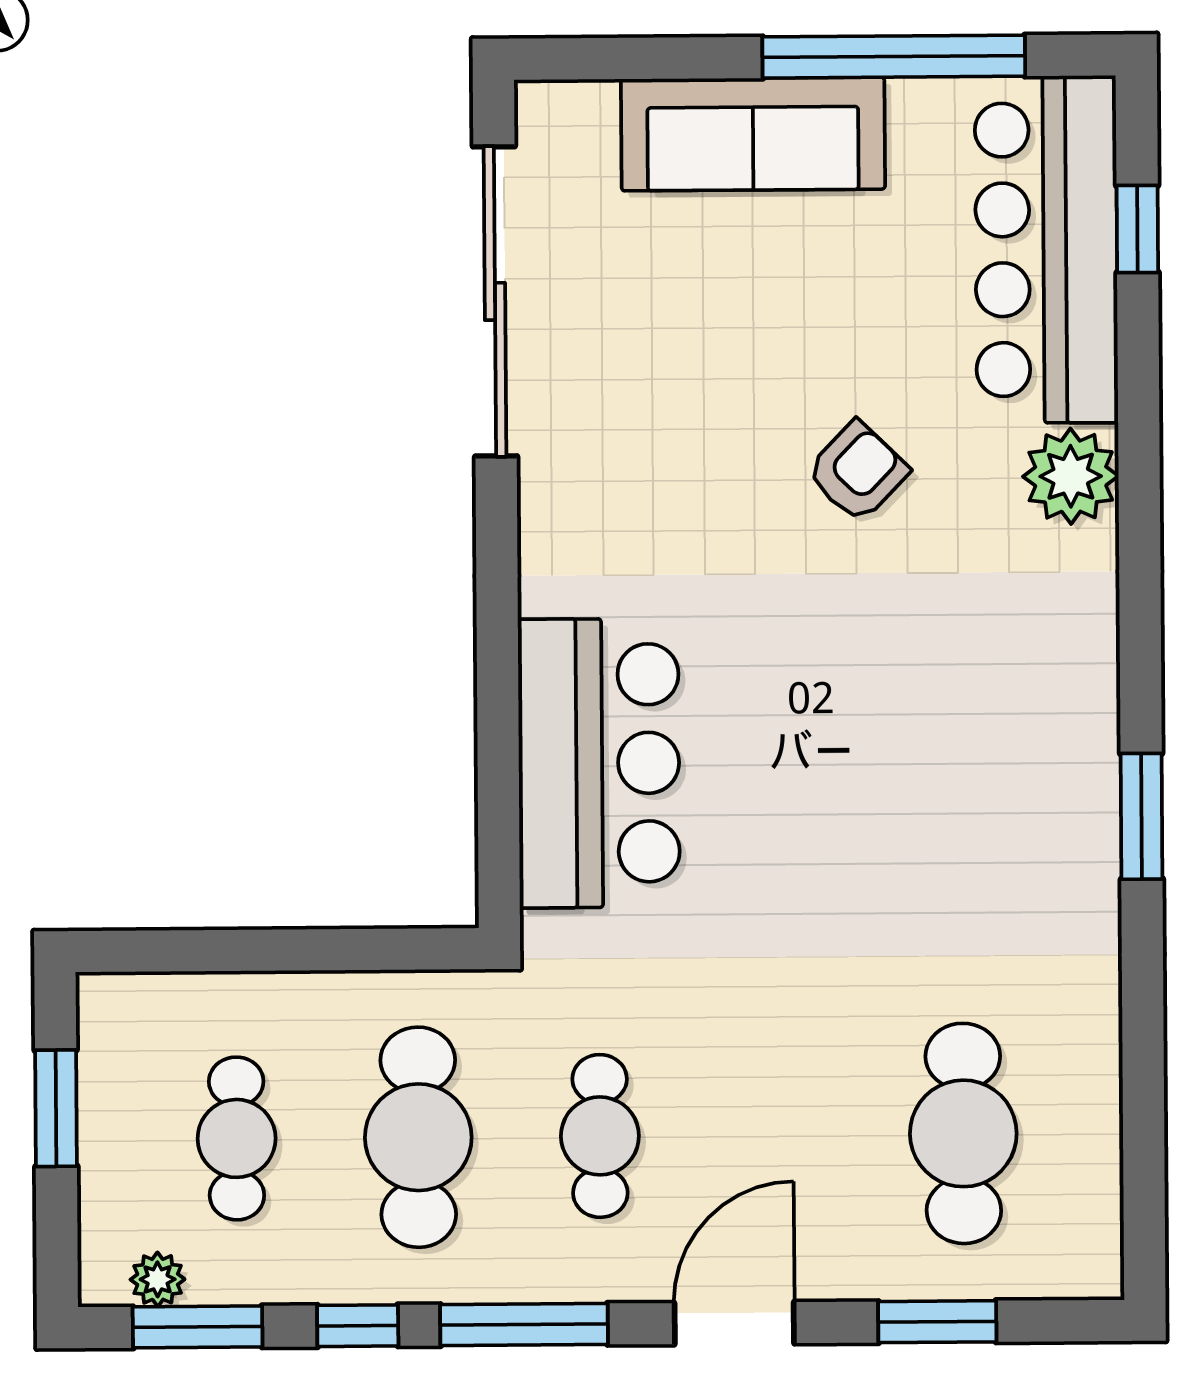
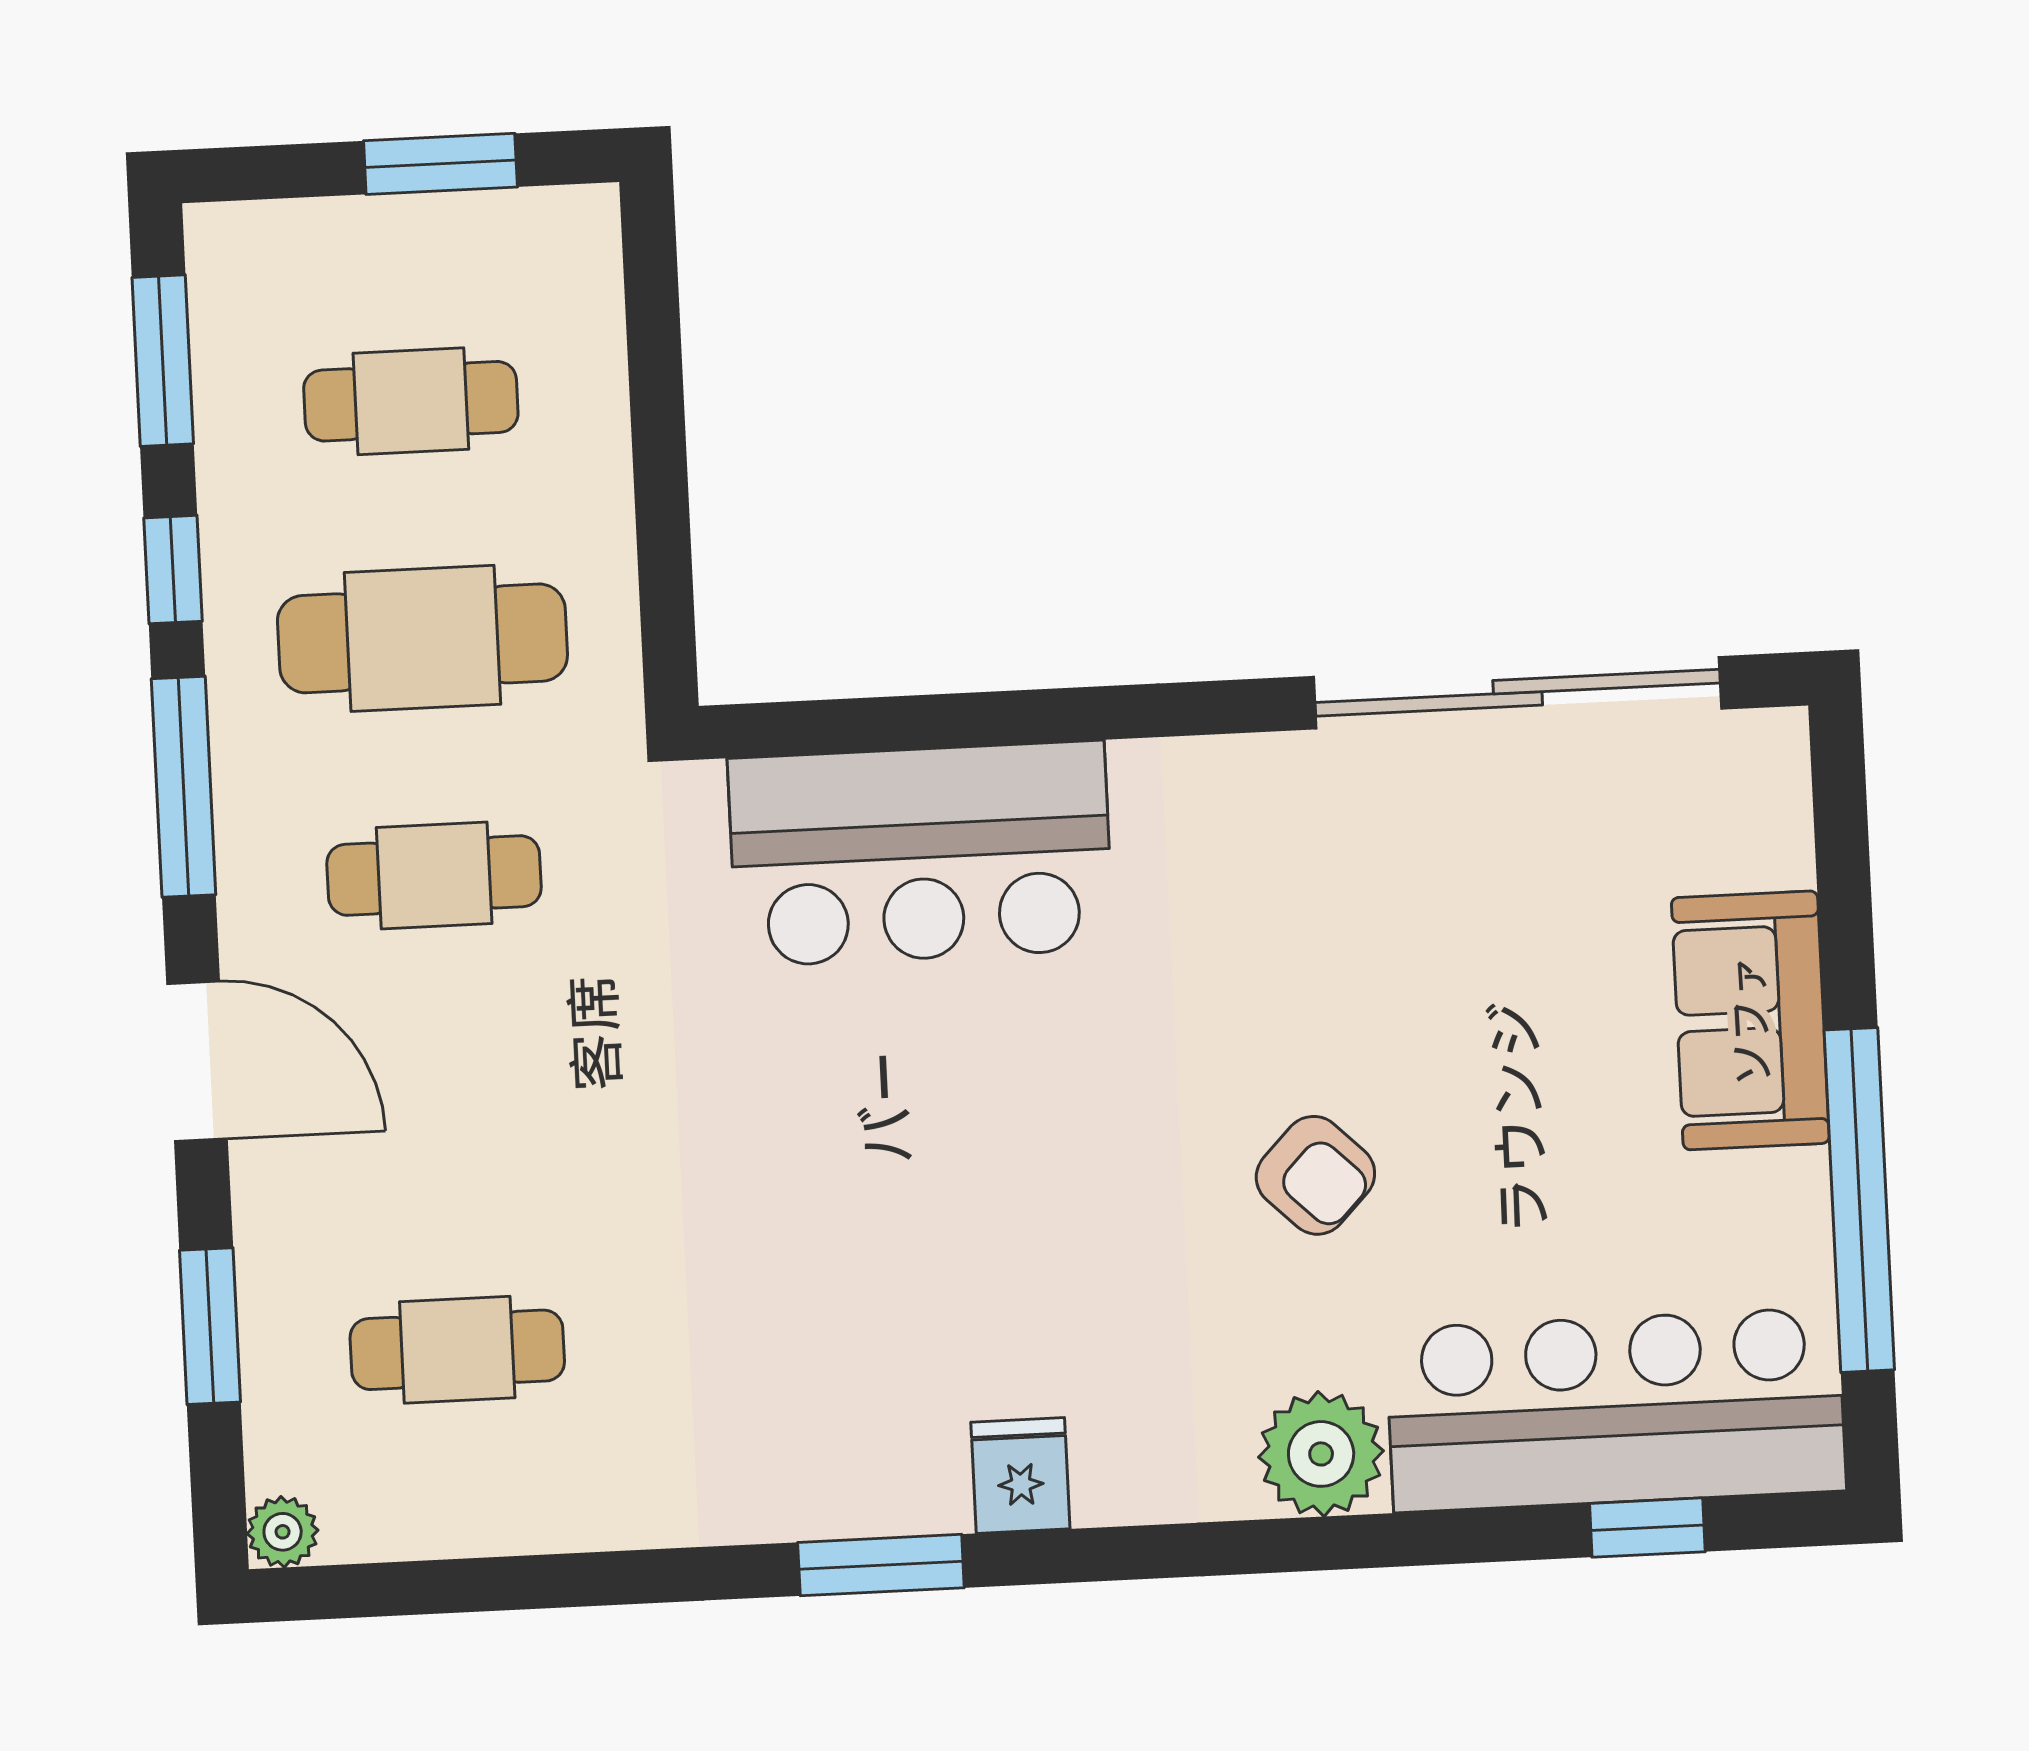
sofa: (753, 134) -> (1750, 1020), width x0.73
fridge: (1078, 707) -> (1020, 1475), added
cafe table: (963, 1133) -> (457, 1350), width x0.73, depth x0.74
plant: (158, 1279) -> (283, 1532), moved

